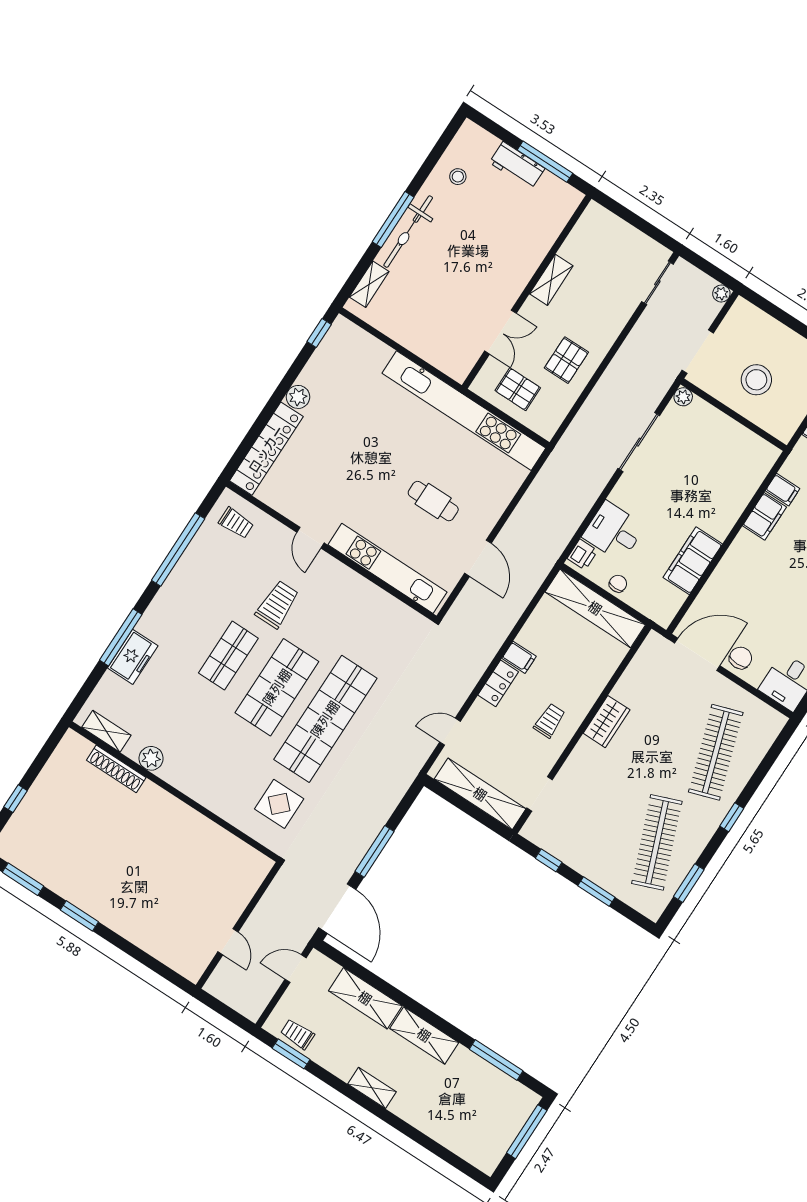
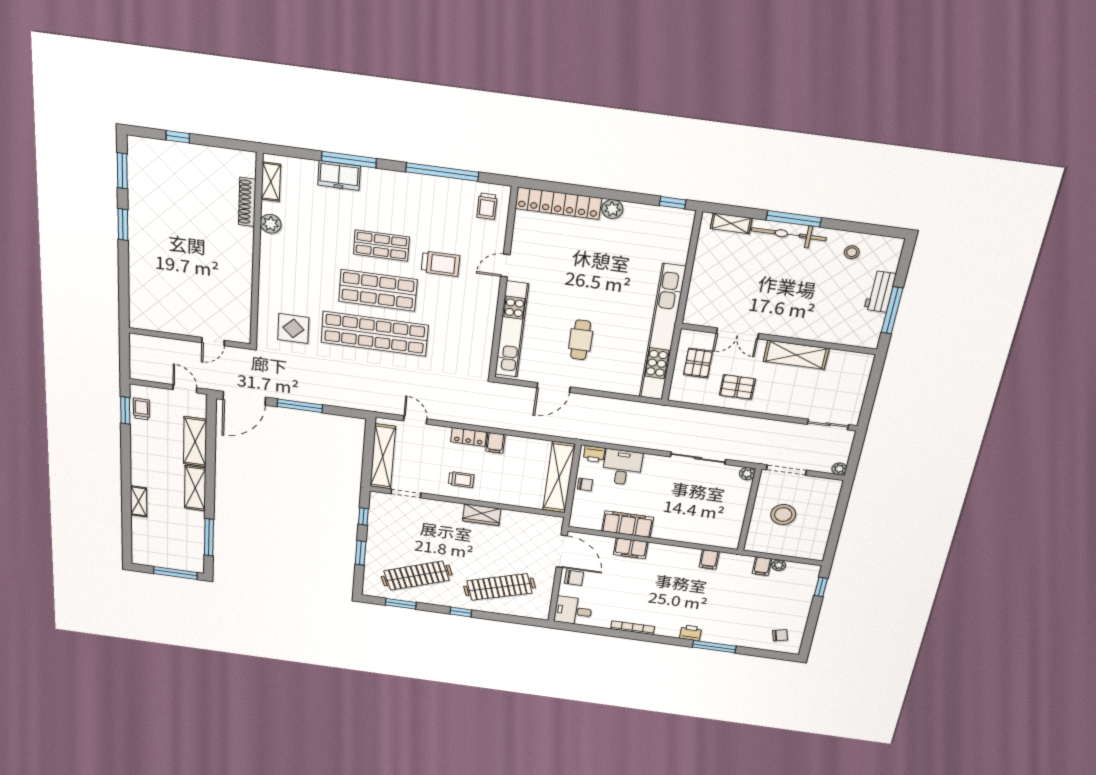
shelving: (551, 280) -> (796, 355), width x1.50, depth x1.33
filing cabinet: (764, 516) -> (631, 548), moved
door: (228, 942) -> (213, 342), moved
shelving: (372, 1088) -> (139, 501), moved

